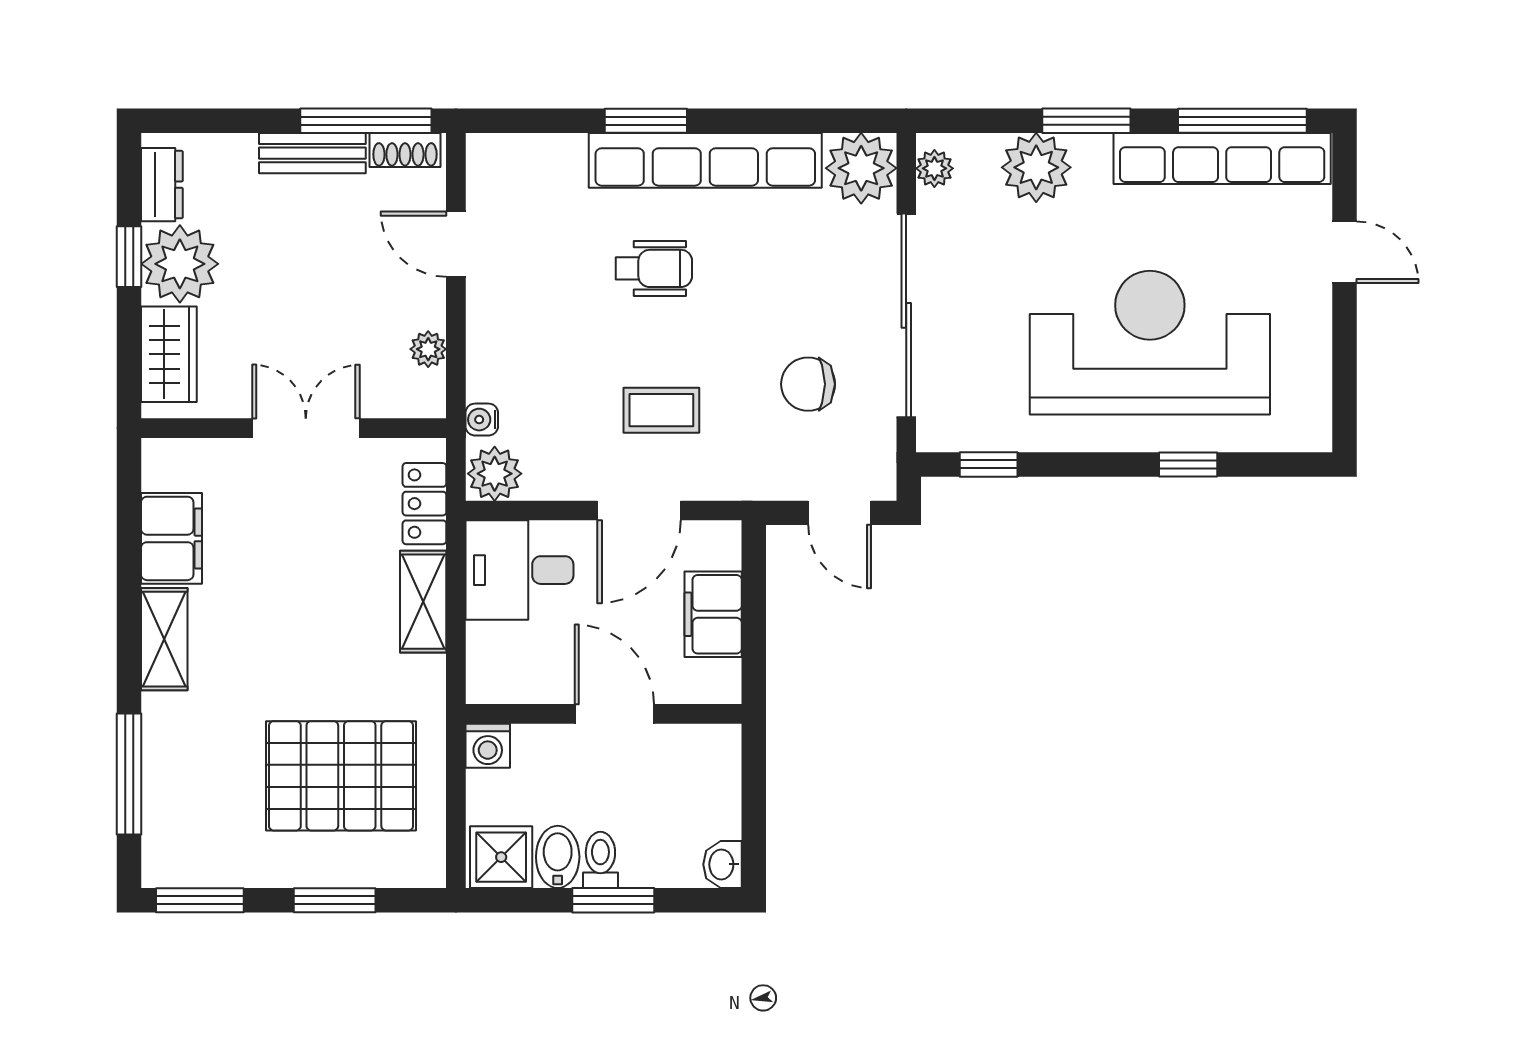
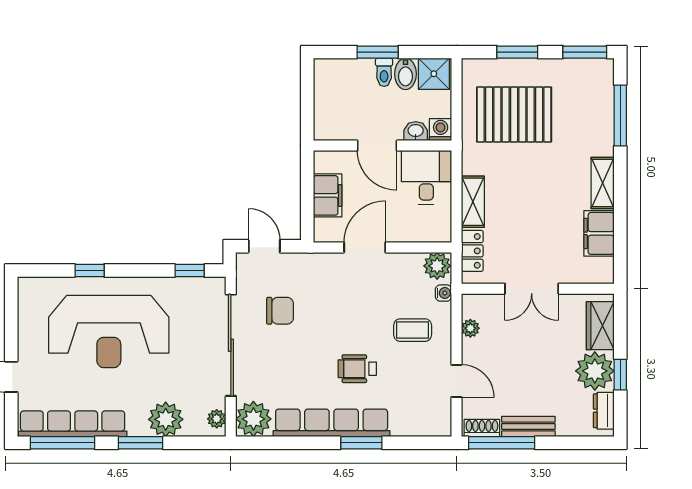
coffee table: (661, 410) -> (413, 330), moved
desk: (519, 570) -> (426, 177), moved, turned -90
washbasin: (722, 864) -> (416, 131), moved, turned -90

